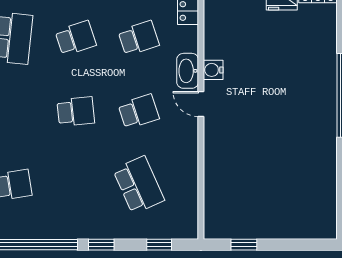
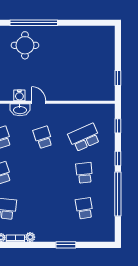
round table: (302, 80) -> (25, 45), added
door: (201, 104) -> (39, 102), swing flipped
school desk: (76, 112) -> (84, 173), moved

